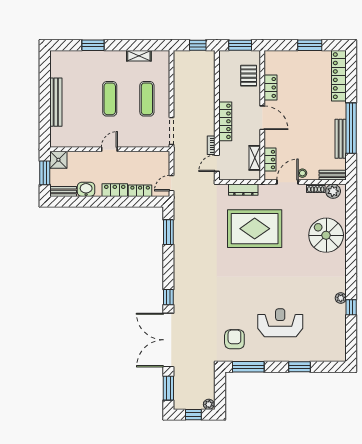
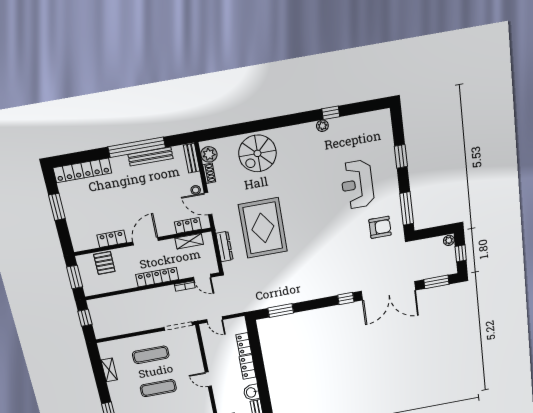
pallet: (249, 76) -> (104, 263), turned 90
door: (171, 183) -> (215, 320), moved
armchair: (234, 339) -> (380, 227), turned 180

